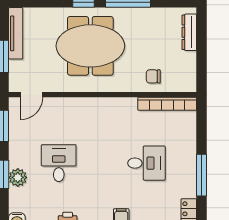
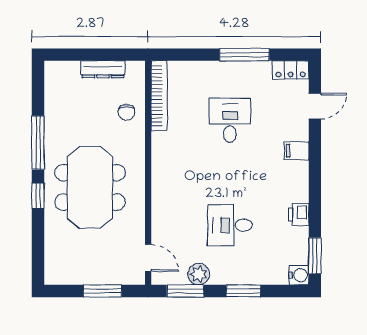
dresser: (189, 32) -> (103, 69), moved
tv unit: (16, 33) -> (75, 277), removed
plant: (18, 177) -> (199, 274), moved

